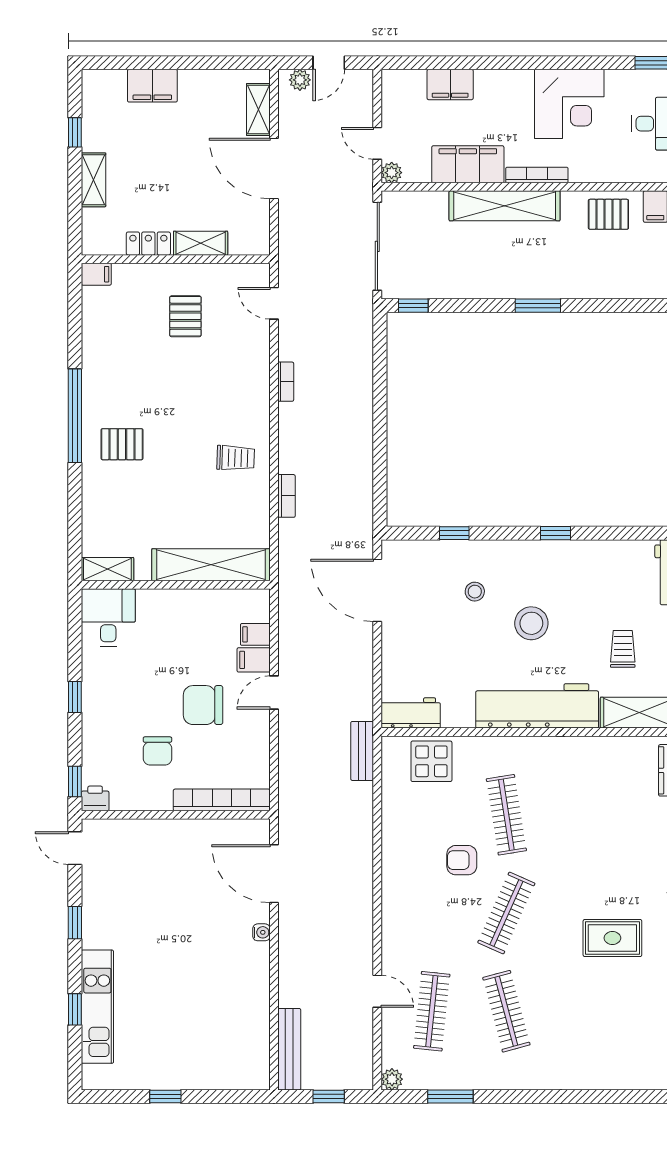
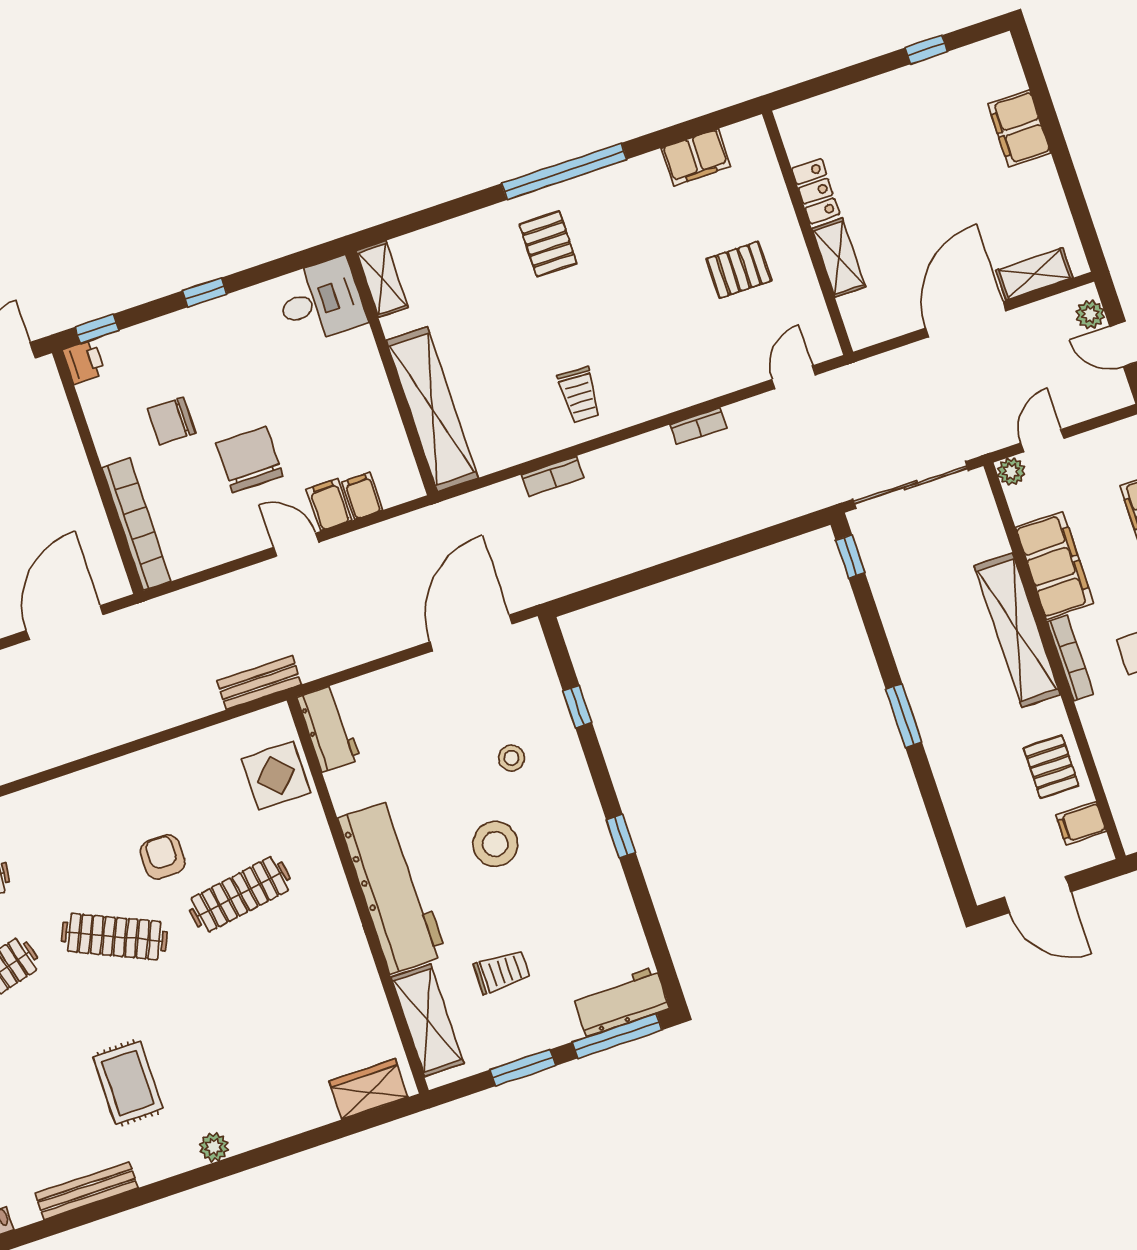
shelving: (94, 180) -> (874, 94), removed
filing cabinet: (96, 274) -> (696, 157), moved, width x2.00

